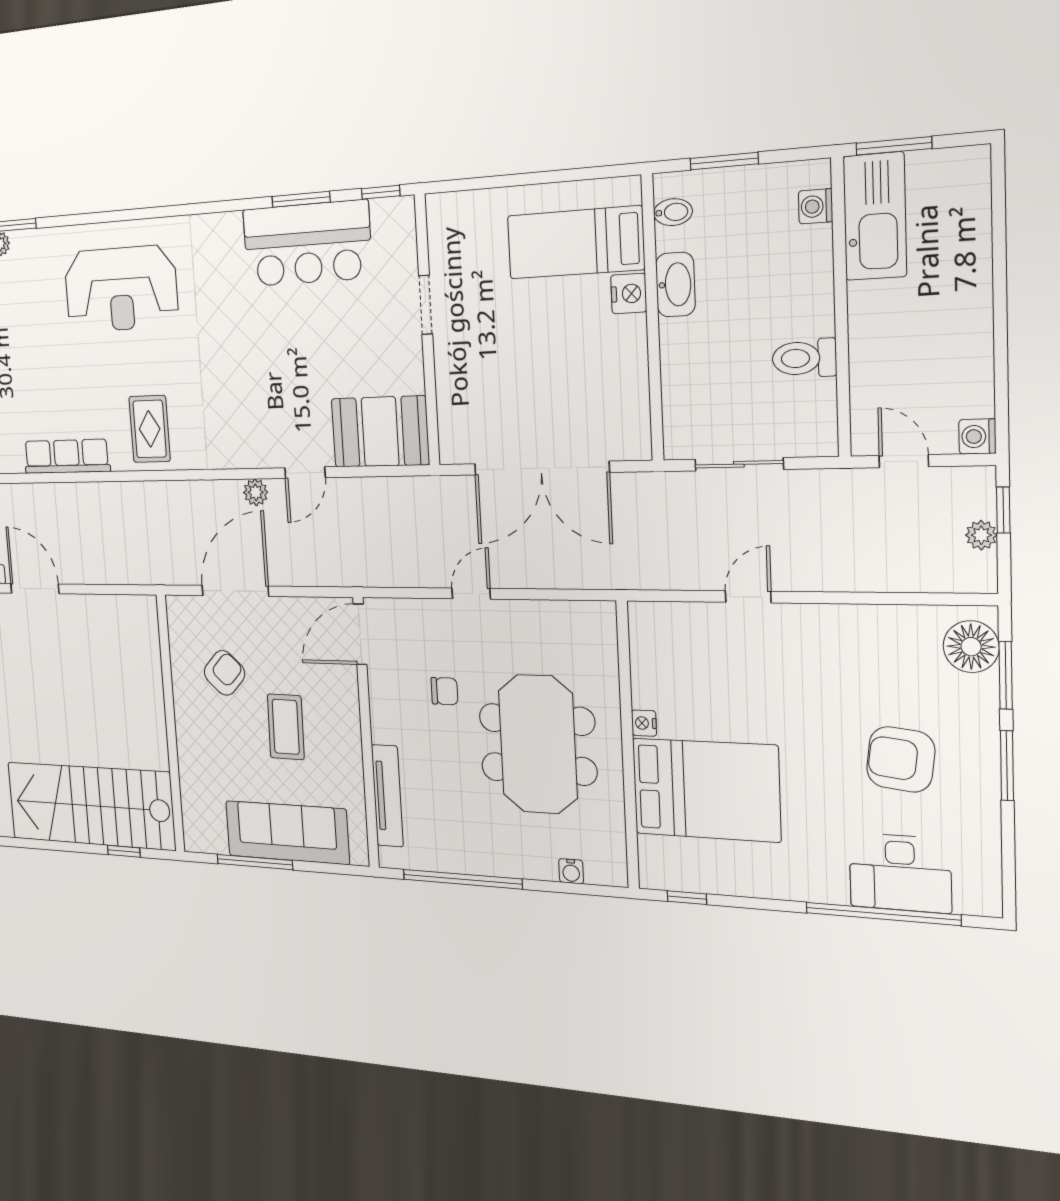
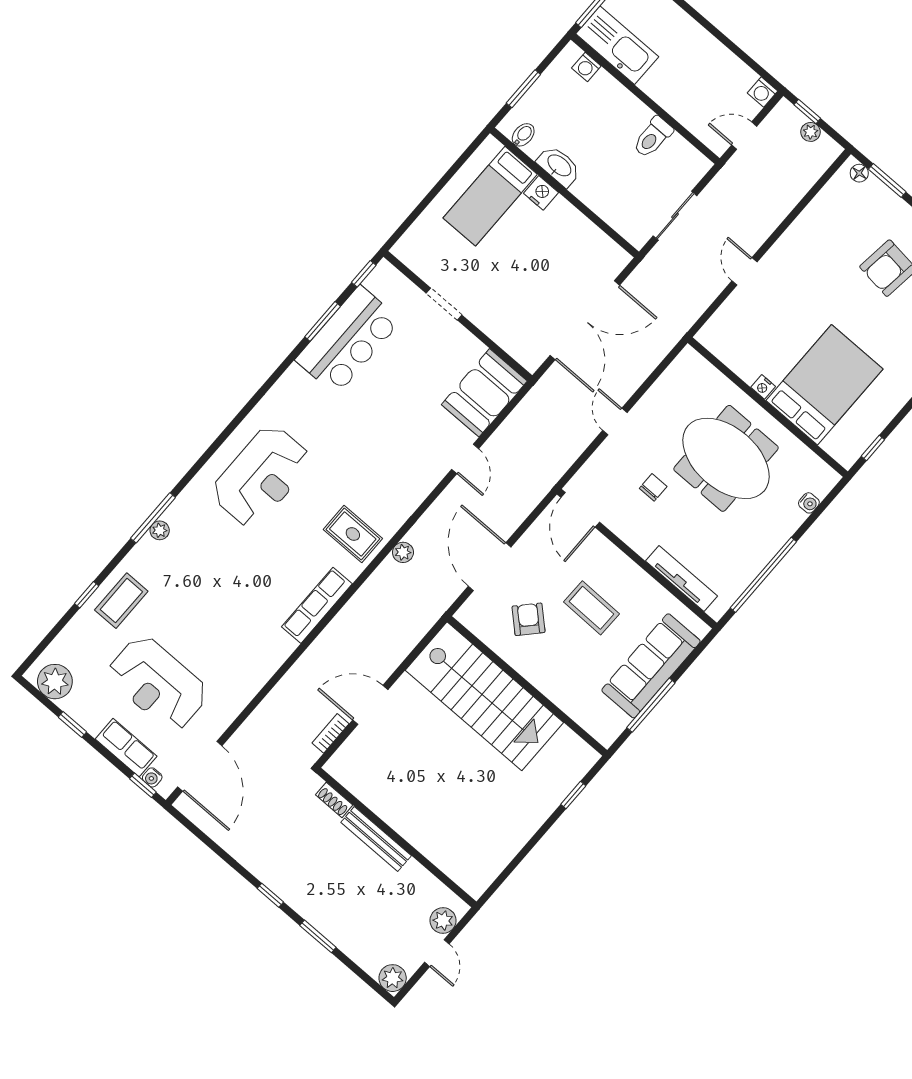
plant: (256, 492) -> (403, 552), moved
floor lamp: (971, 647) -> (859, 173), width x0.53, depth x0.53
stairs: (91, 806) -> (484, 696), moved, turned -90

